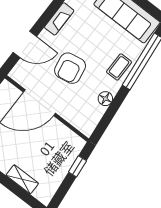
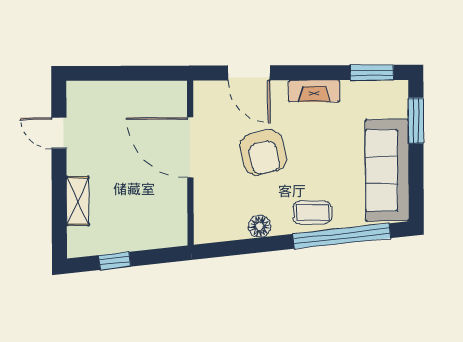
armchair: (70, 68) -> (263, 152), turned -93
window: (77, 166) -> (115, 261), moved

